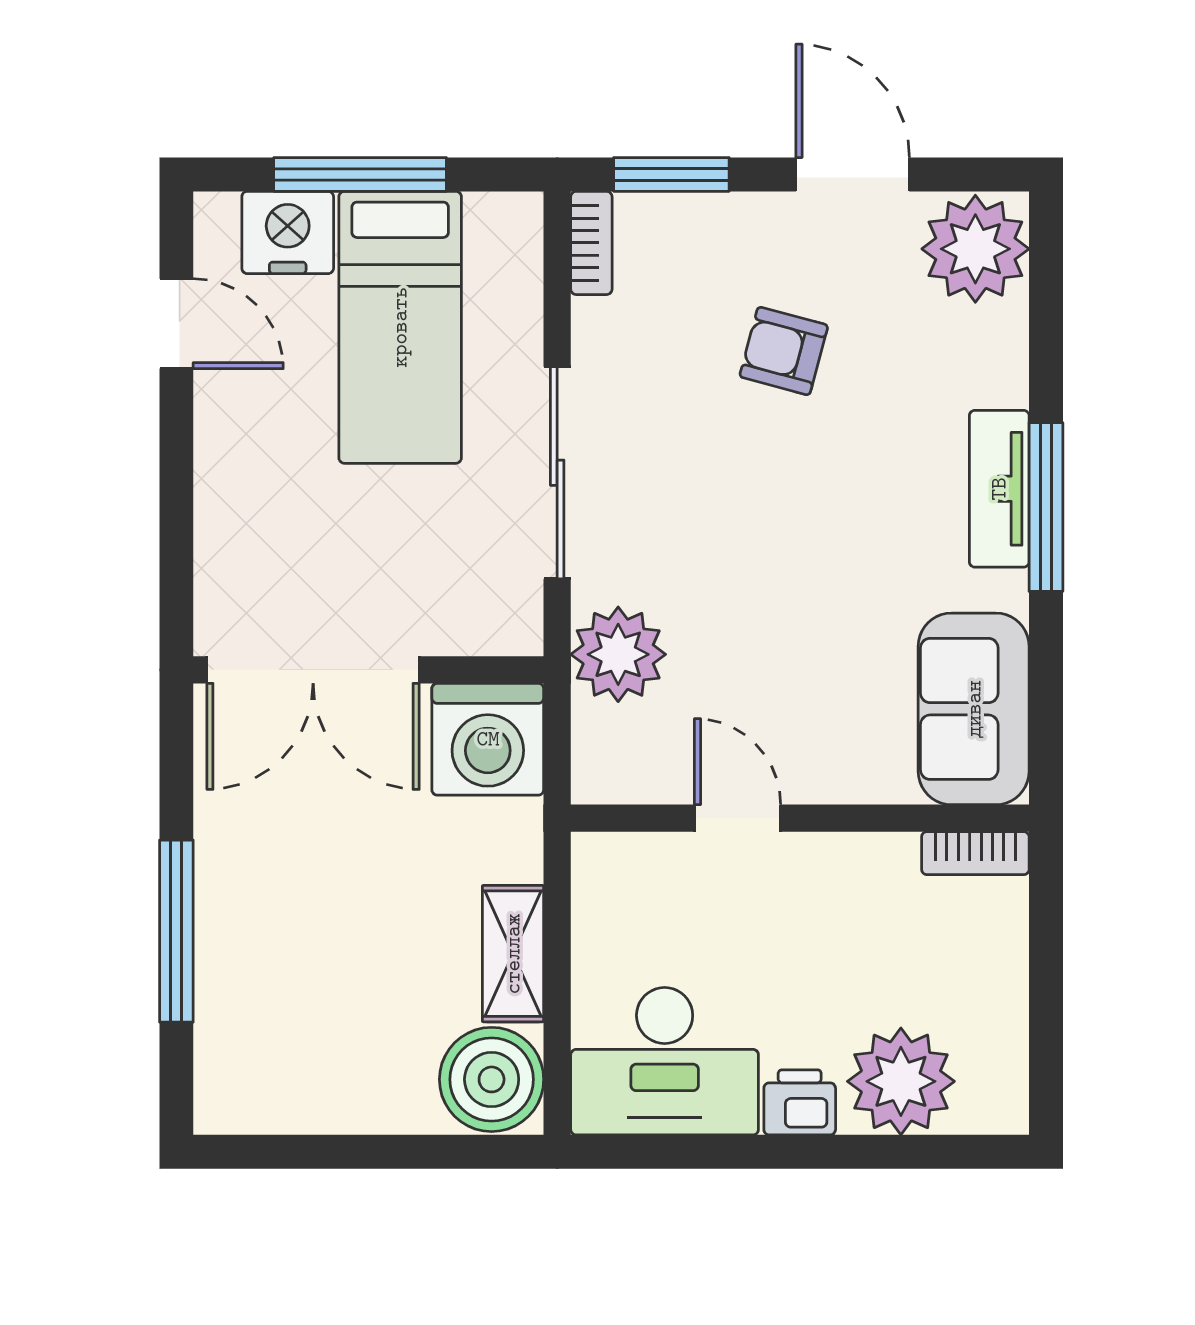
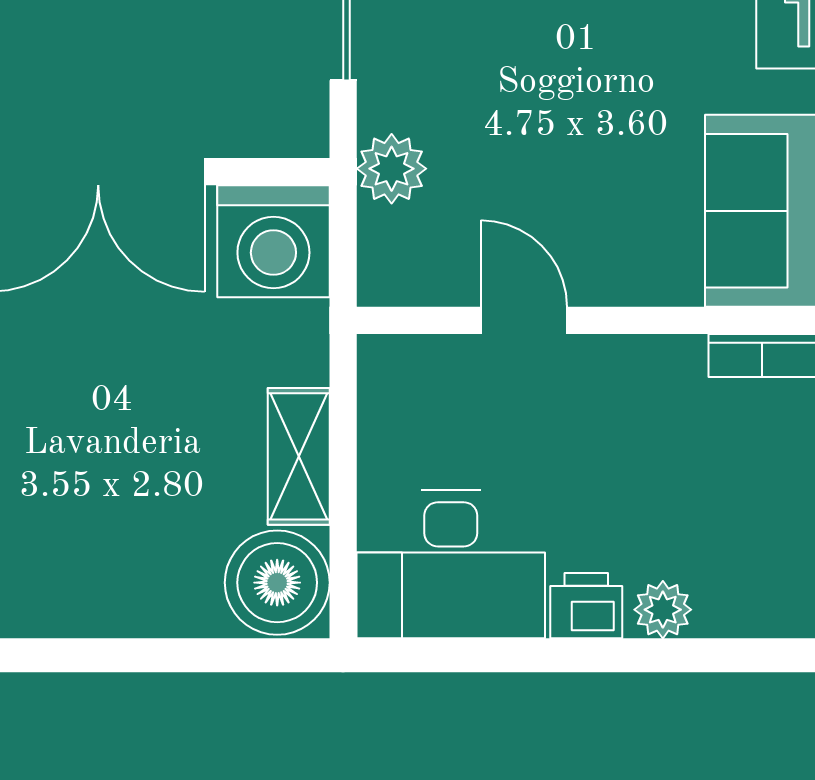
plant: (618, 654) -> (392, 169), width x0.73, depth x0.73
plant: (901, 1081) -> (663, 610), width x0.53, depth x0.53

